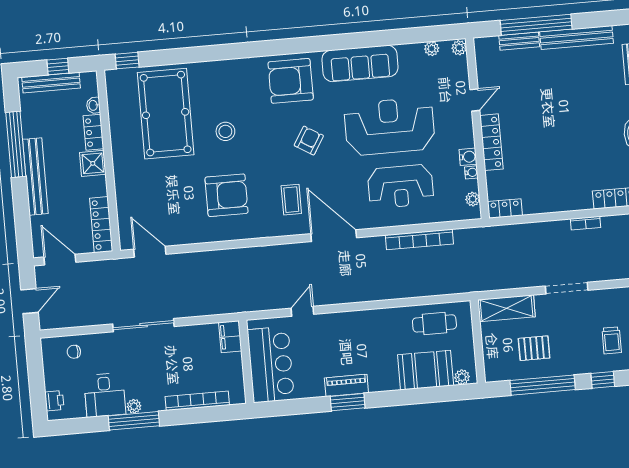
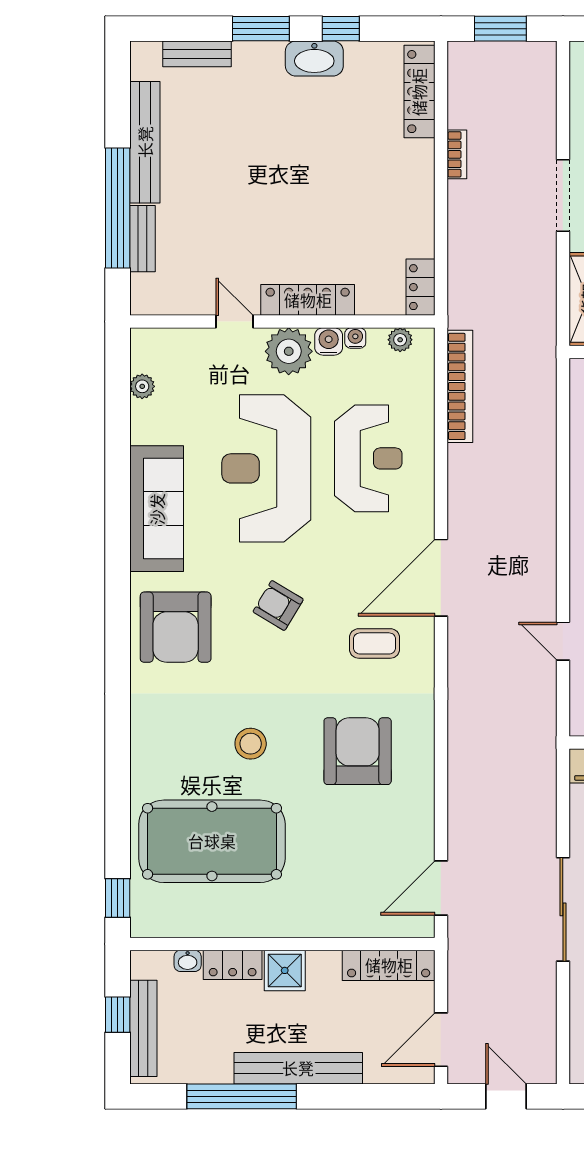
plant: (459, 48) -> (289, 351), moved, width x1.88, depth x1.88
bookcase: (419, 239) -> (460, 386), moved

